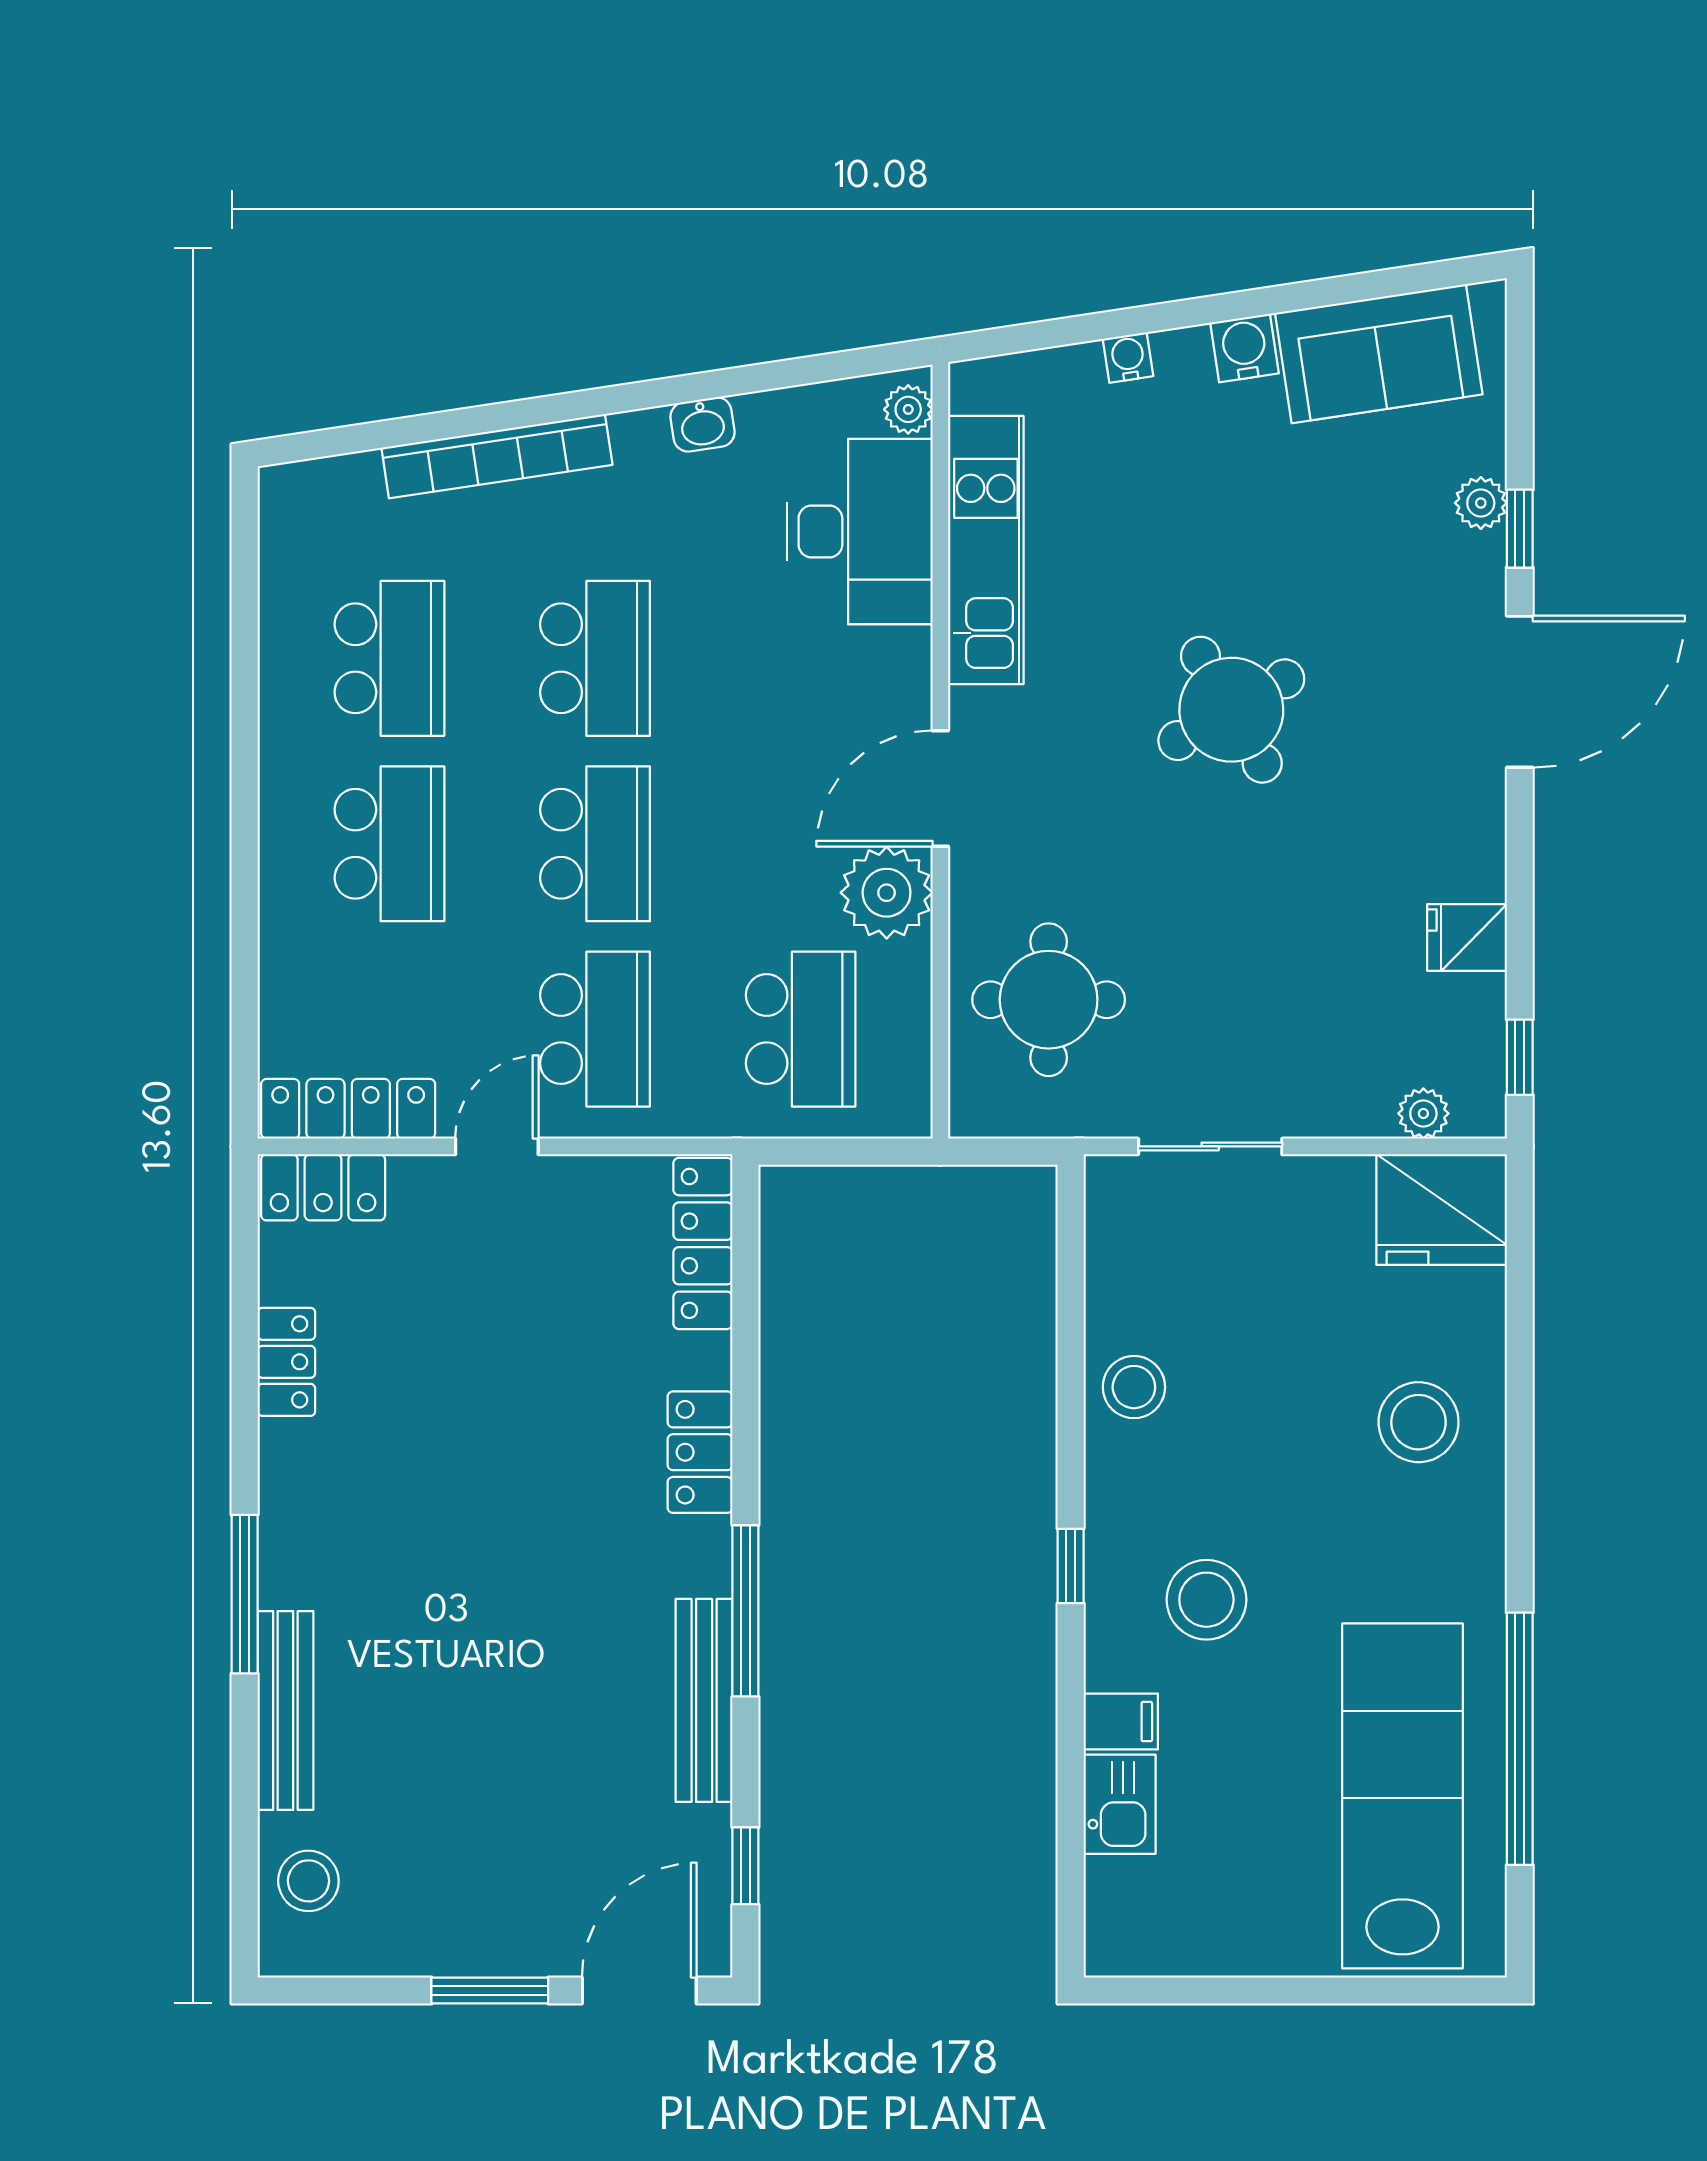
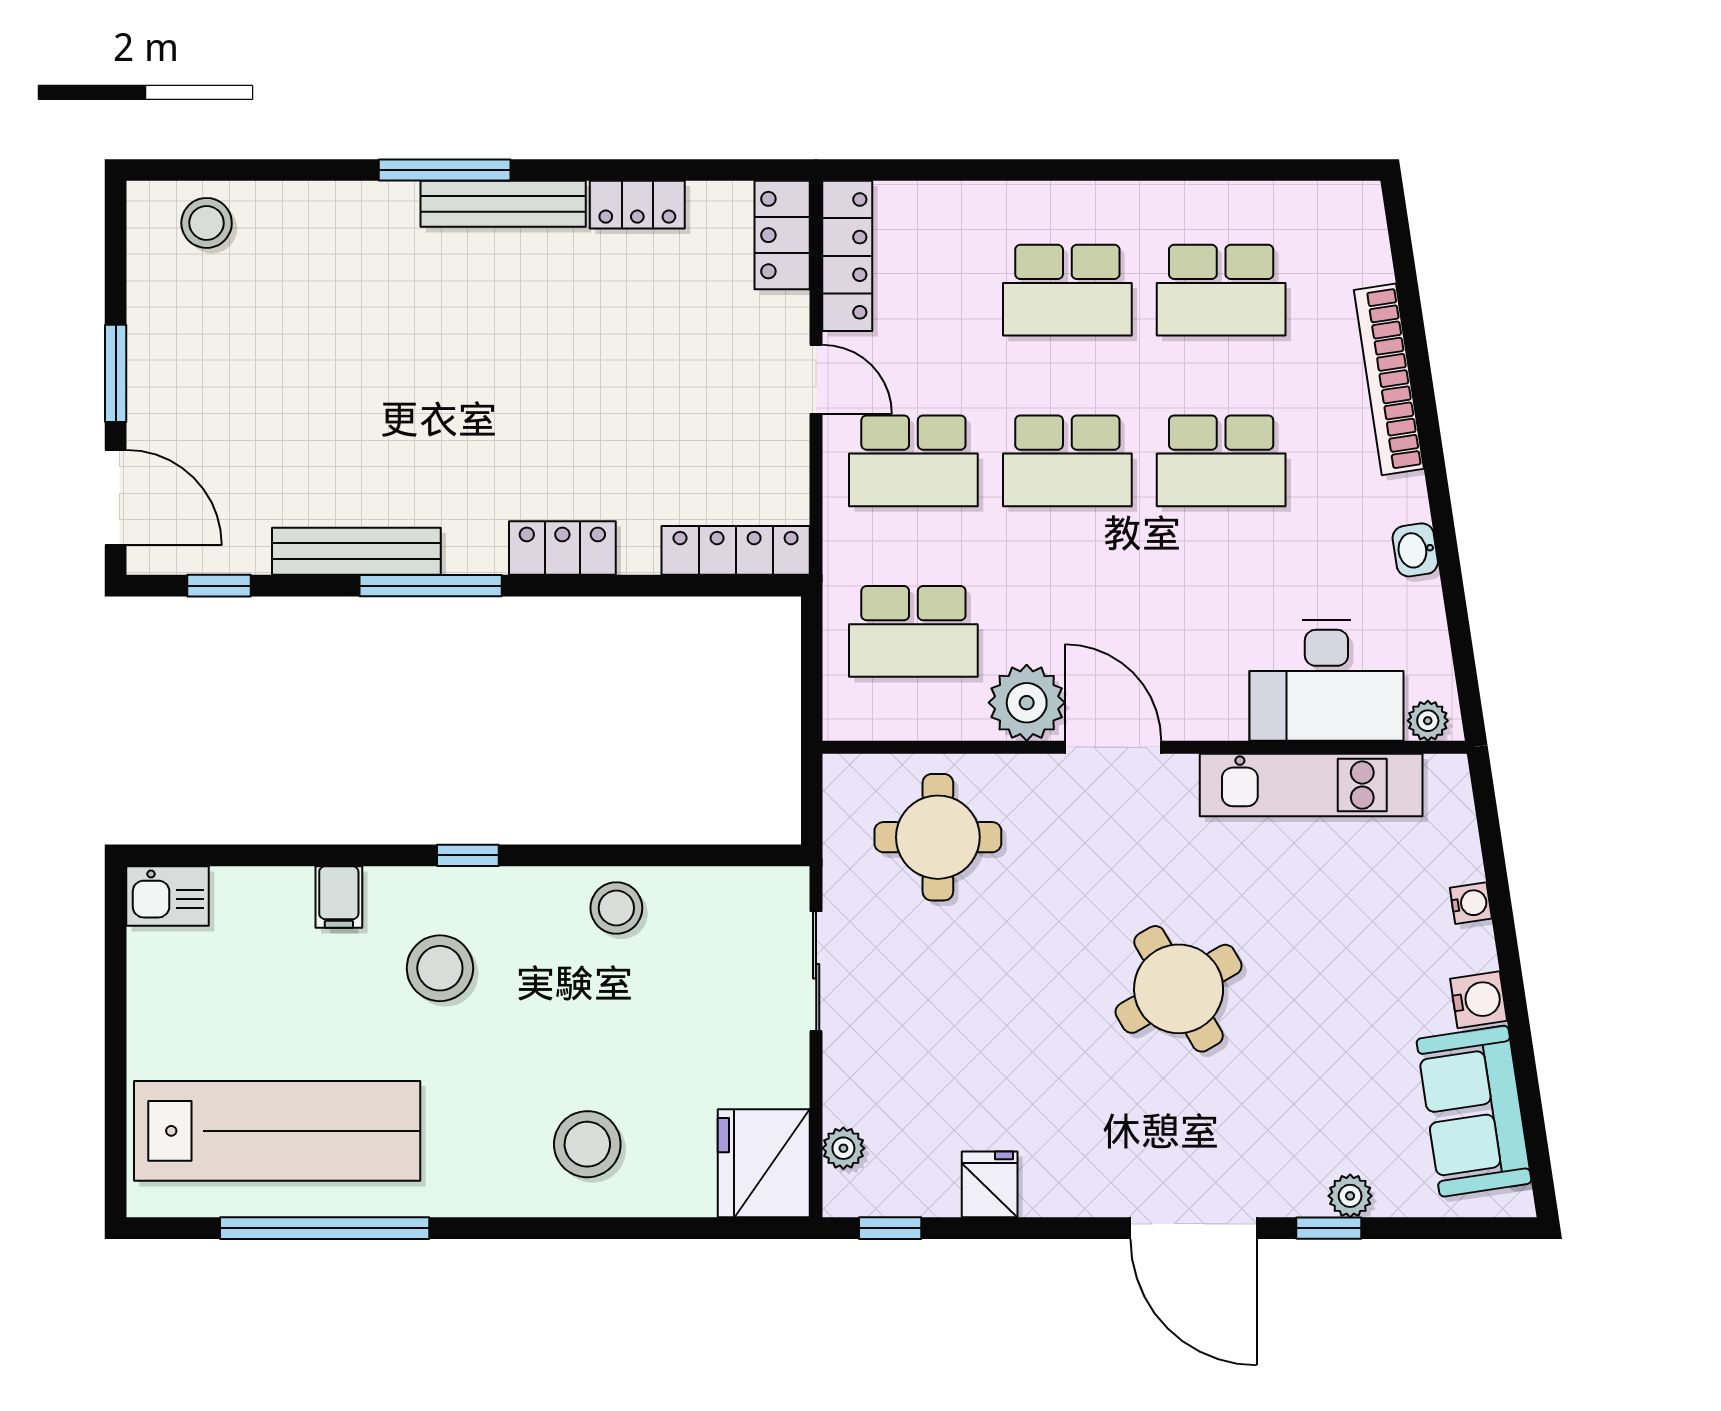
bench: (285, 1710) -> (503, 204), moved
kitchen sink: (1120, 1804) -> (168, 896), moved

